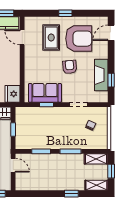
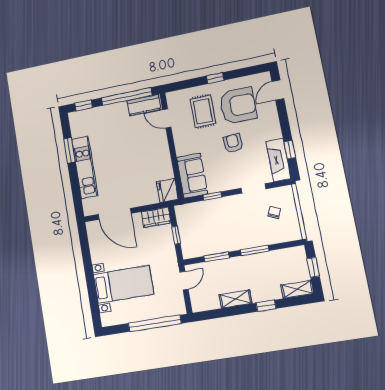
fireplace: (101, 75) -> (278, 160), moved
sofa: (45, 93) -> (192, 176), moved, turned 90
shelving: (96, 159) -> (236, 299), moved
door: (13, 165) -> (184, 281), hinge flipped

